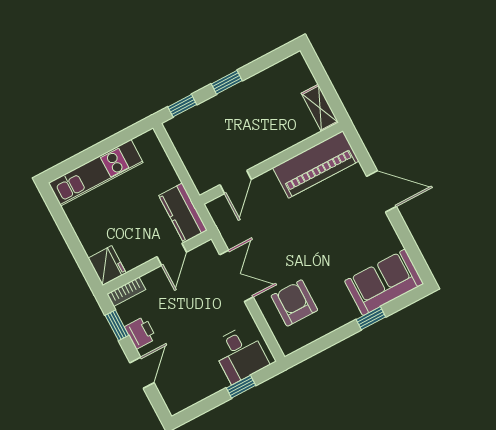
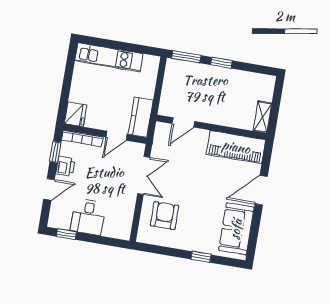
window: (182, 106) -> (186, 57), width x1.50
door: (381, 191) -> (261, 190), swing flipped
sofa: (384, 282) -> (236, 229), moved, turned -90
bookcase: (126, 292) -> (82, 138), width x1.56
desk: (240, 354) -> (88, 217), moved
window: (241, 387) -> (66, 234), moved

